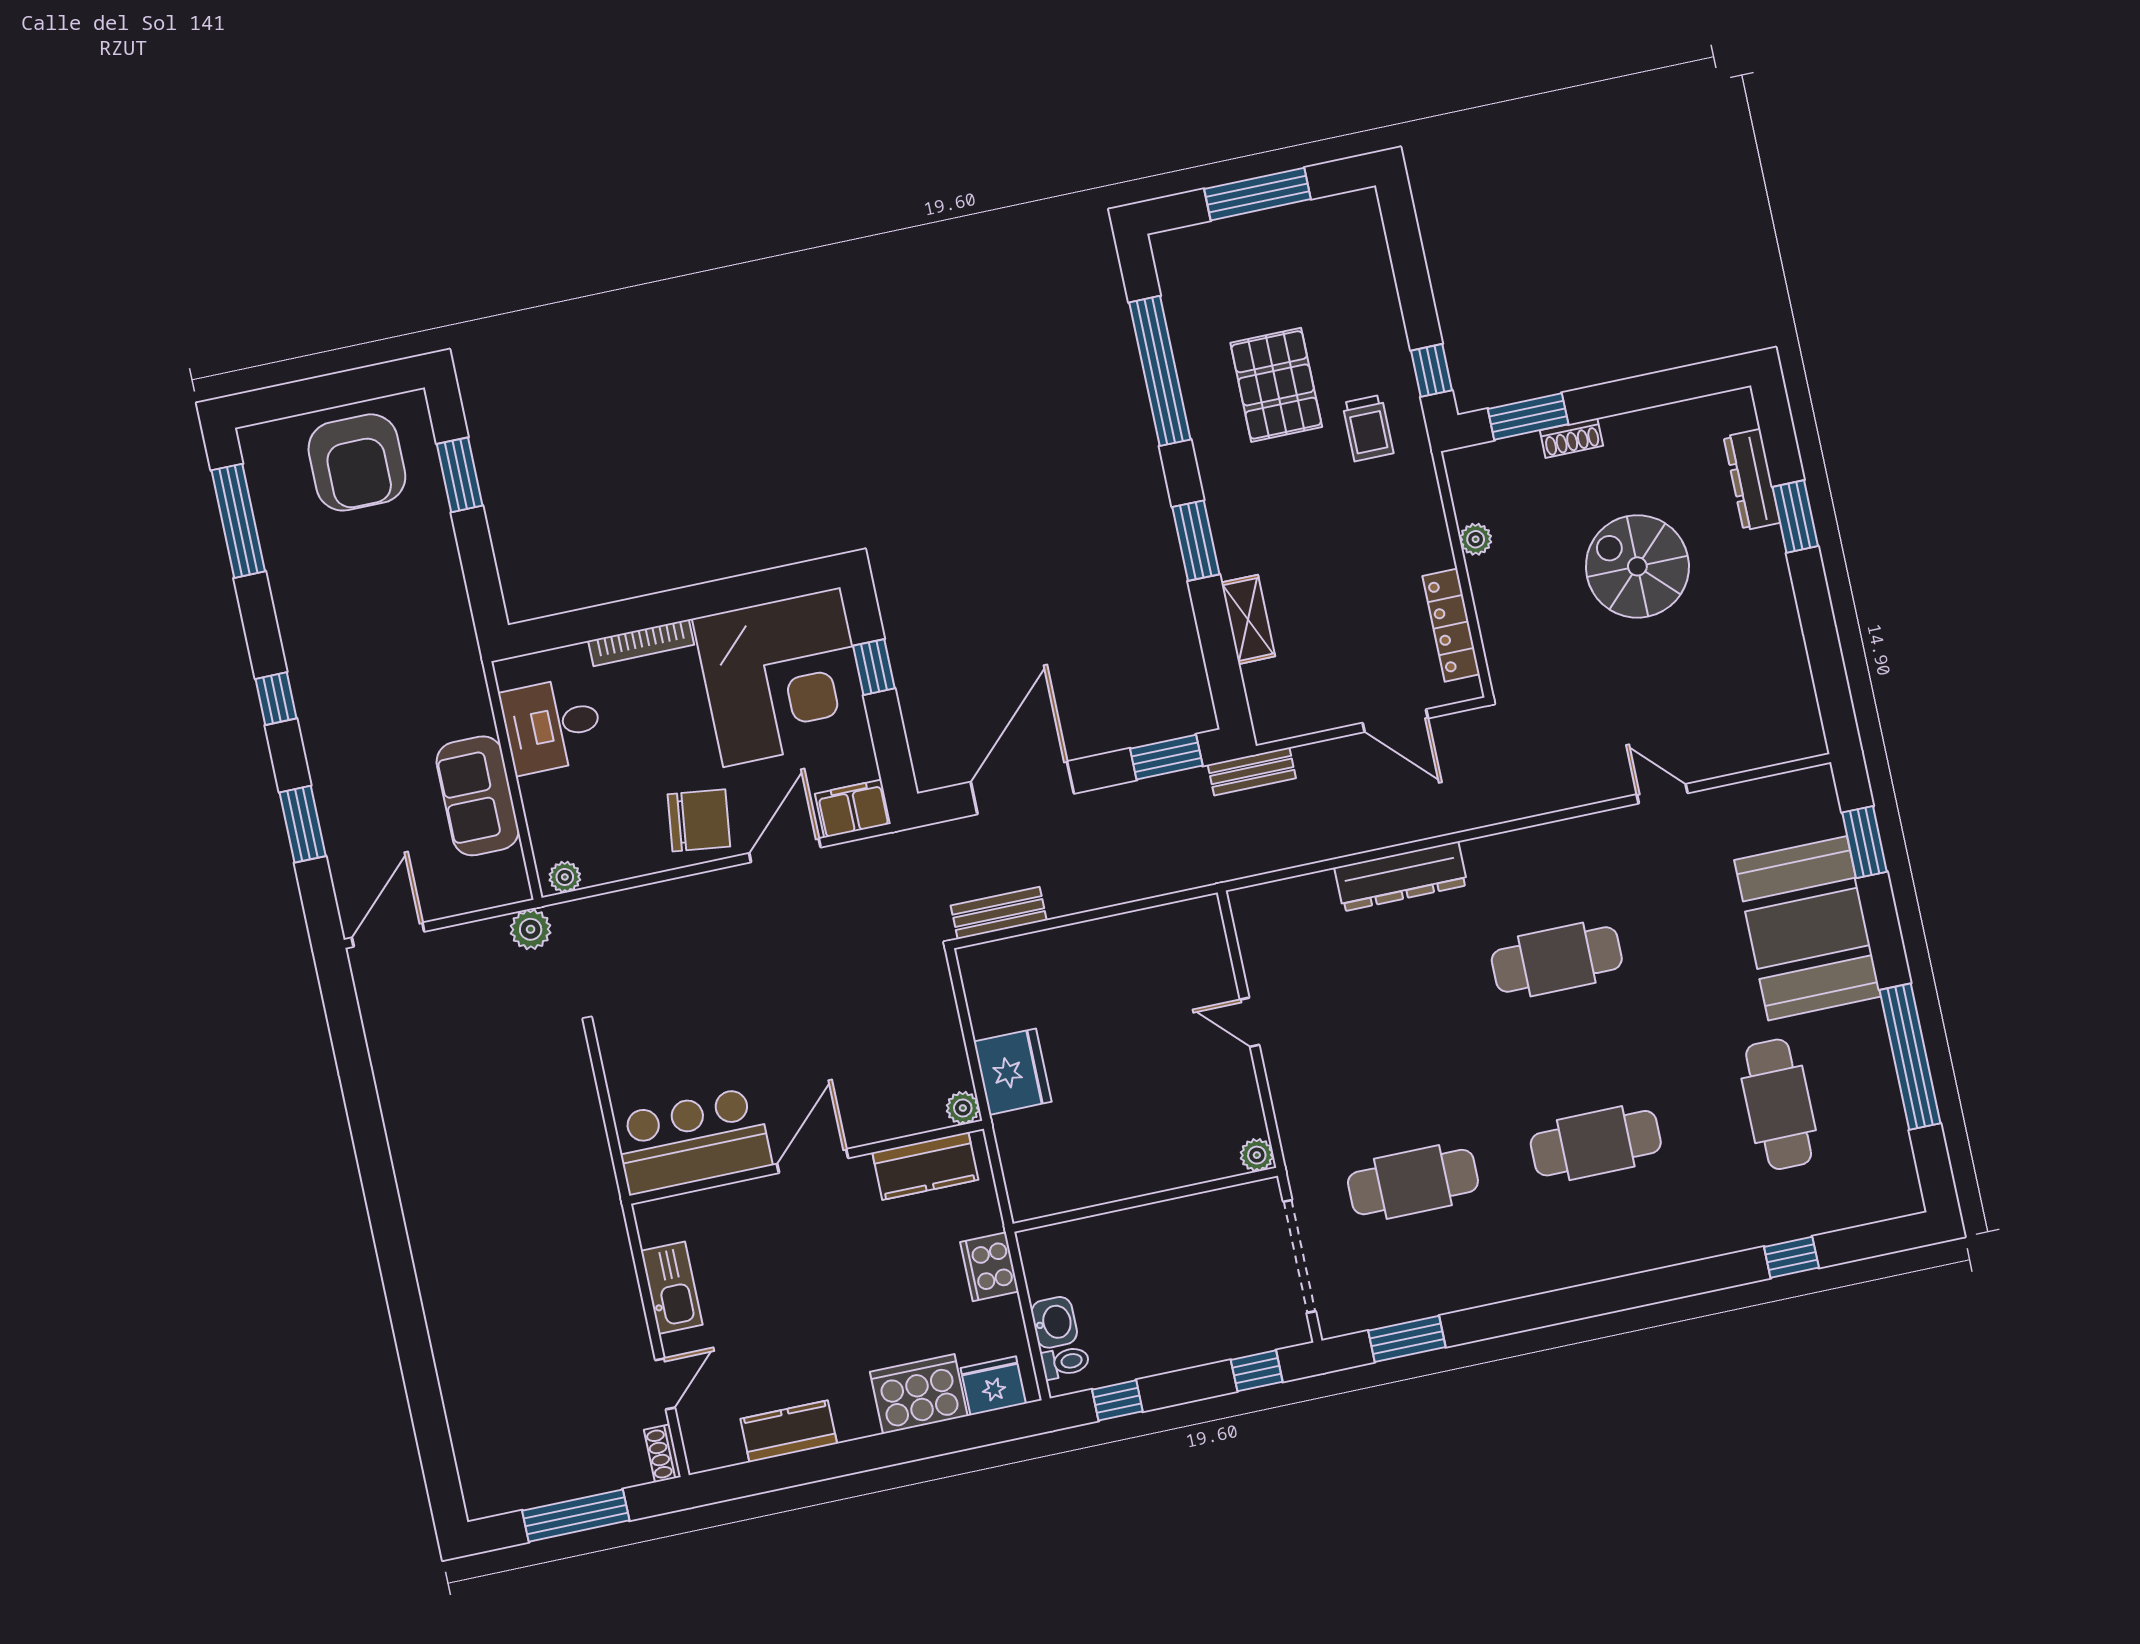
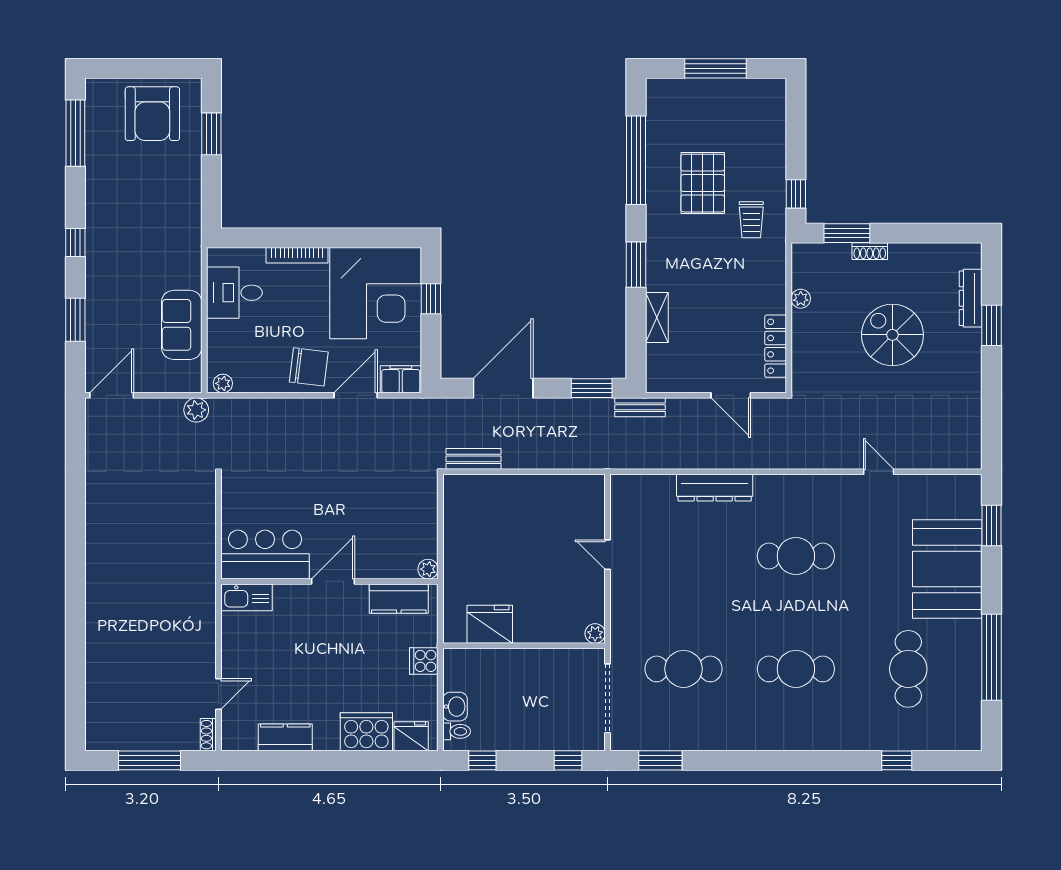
fridge: (1013, 1072) -> (490, 624), moved, turned -90
cooker: (989, 1267) -> (424, 661), width x0.73
kitchen sink: (672, 1288) -> (246, 597), moved, turned 90

